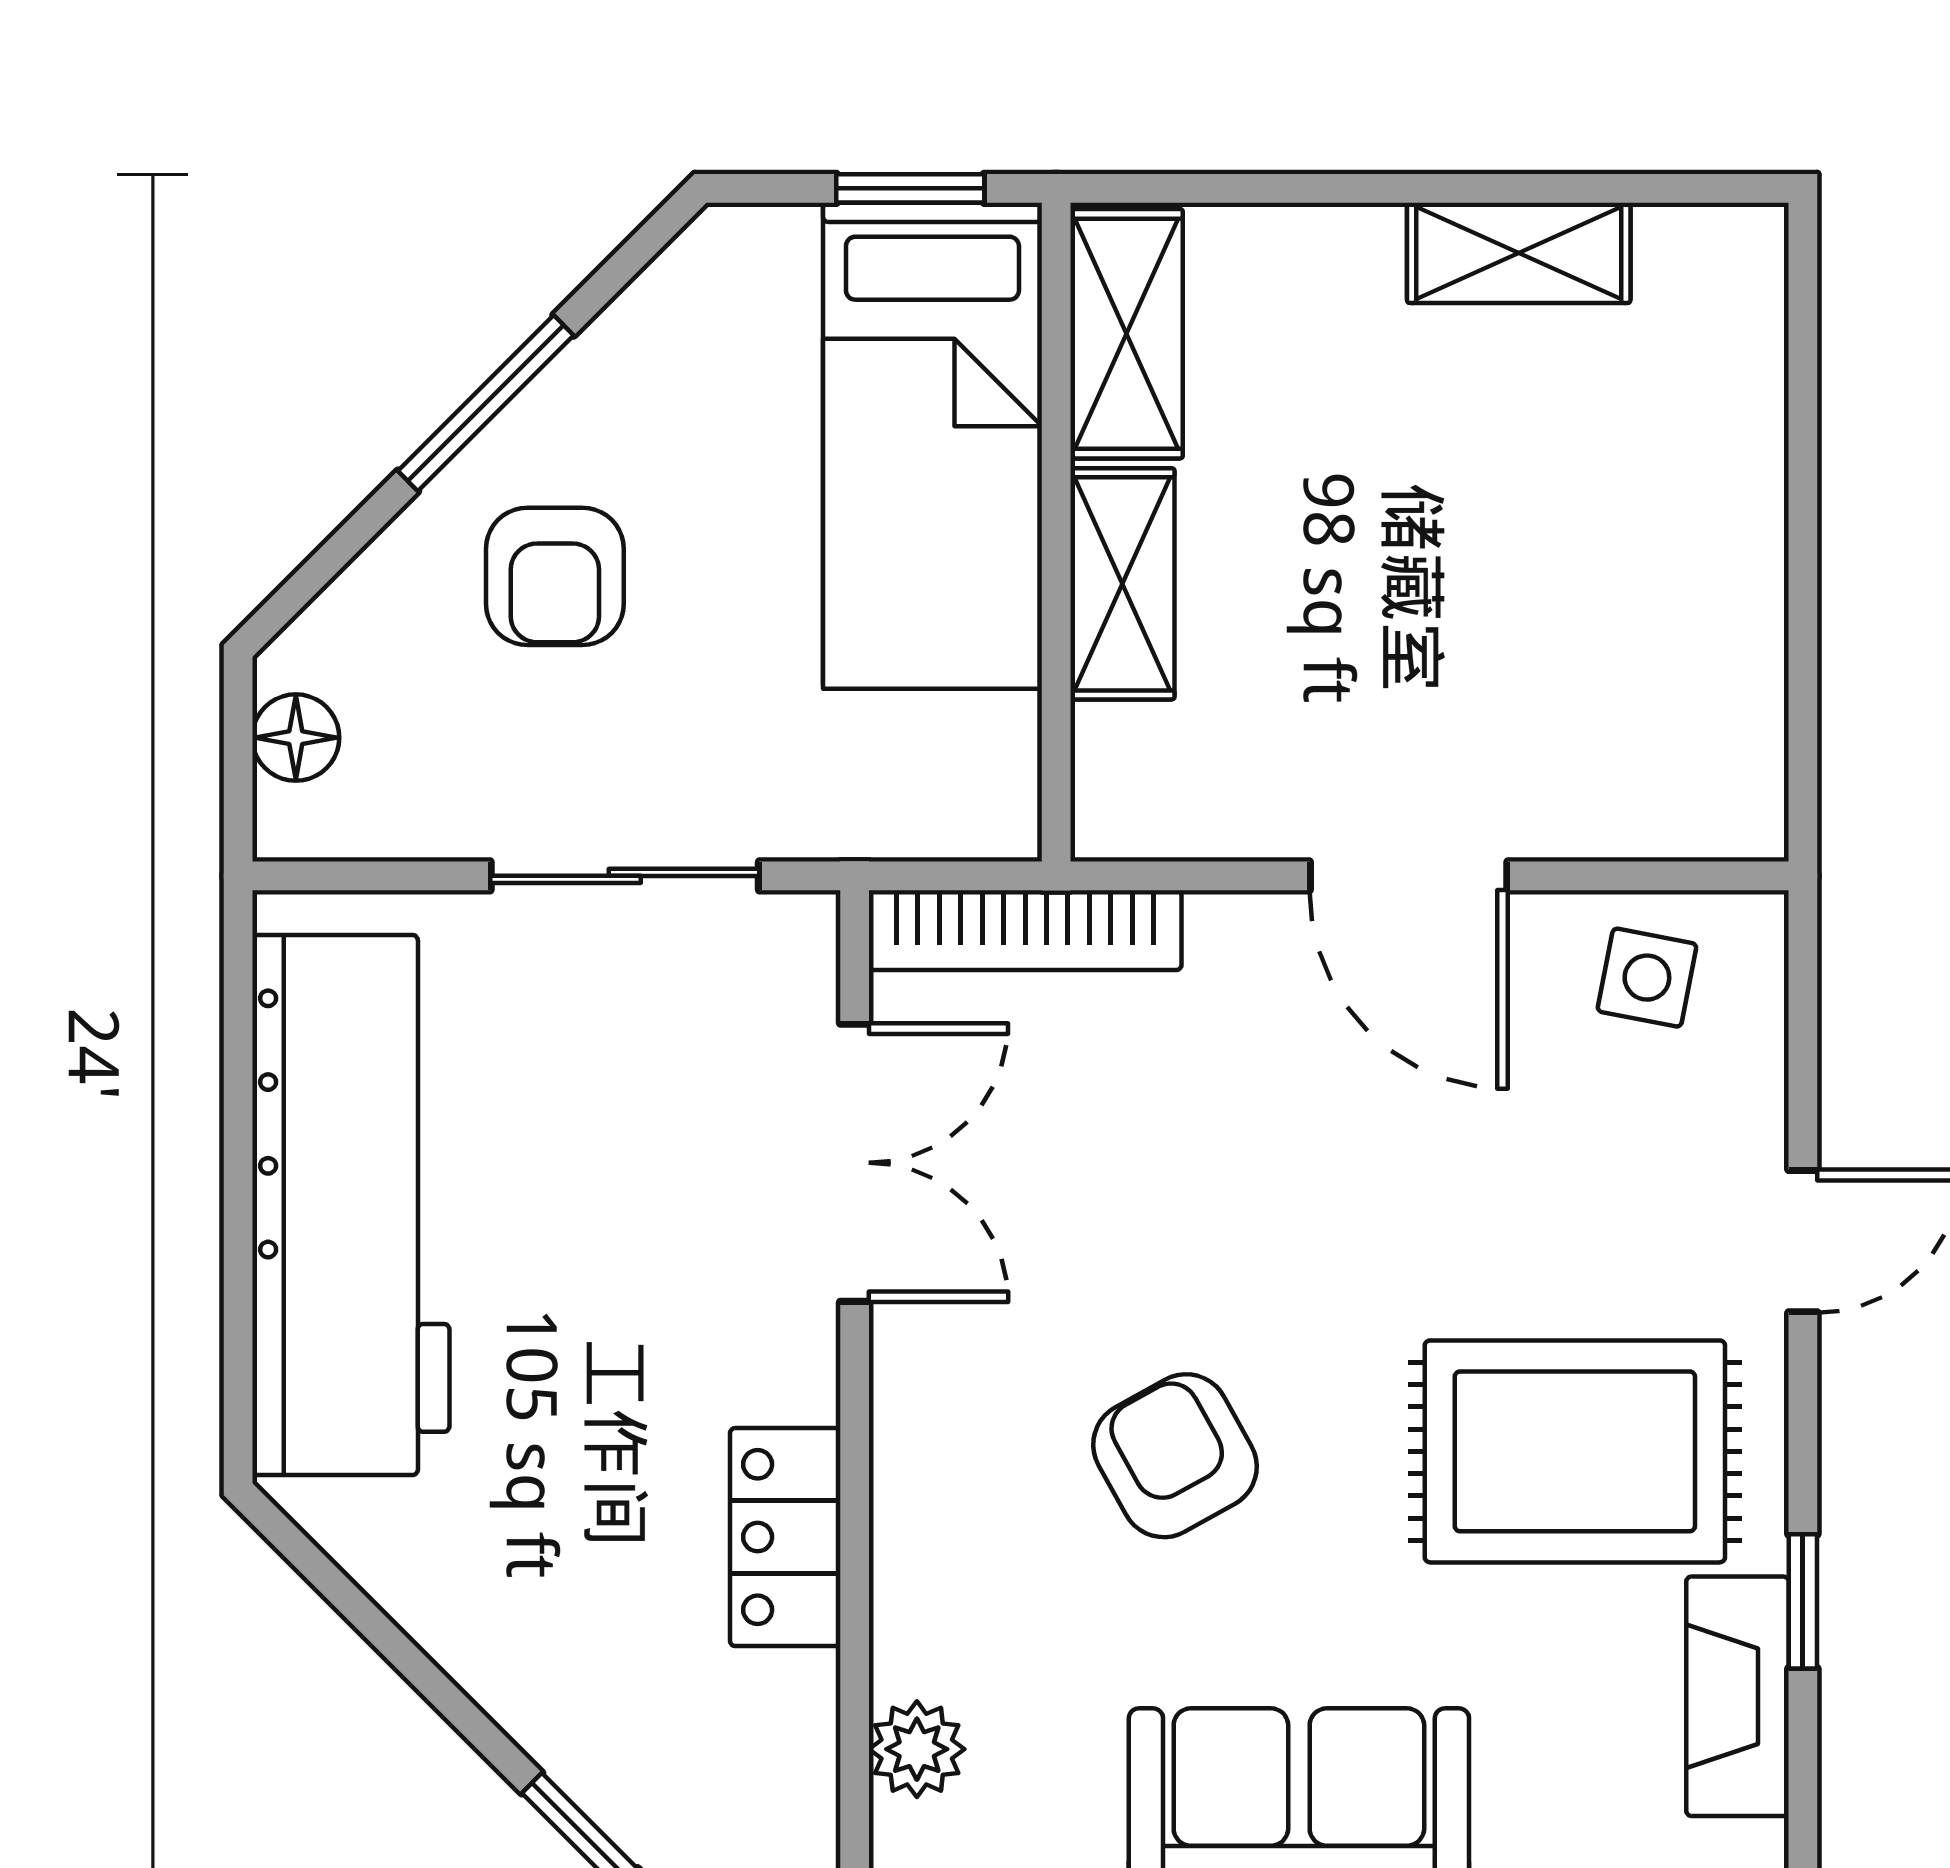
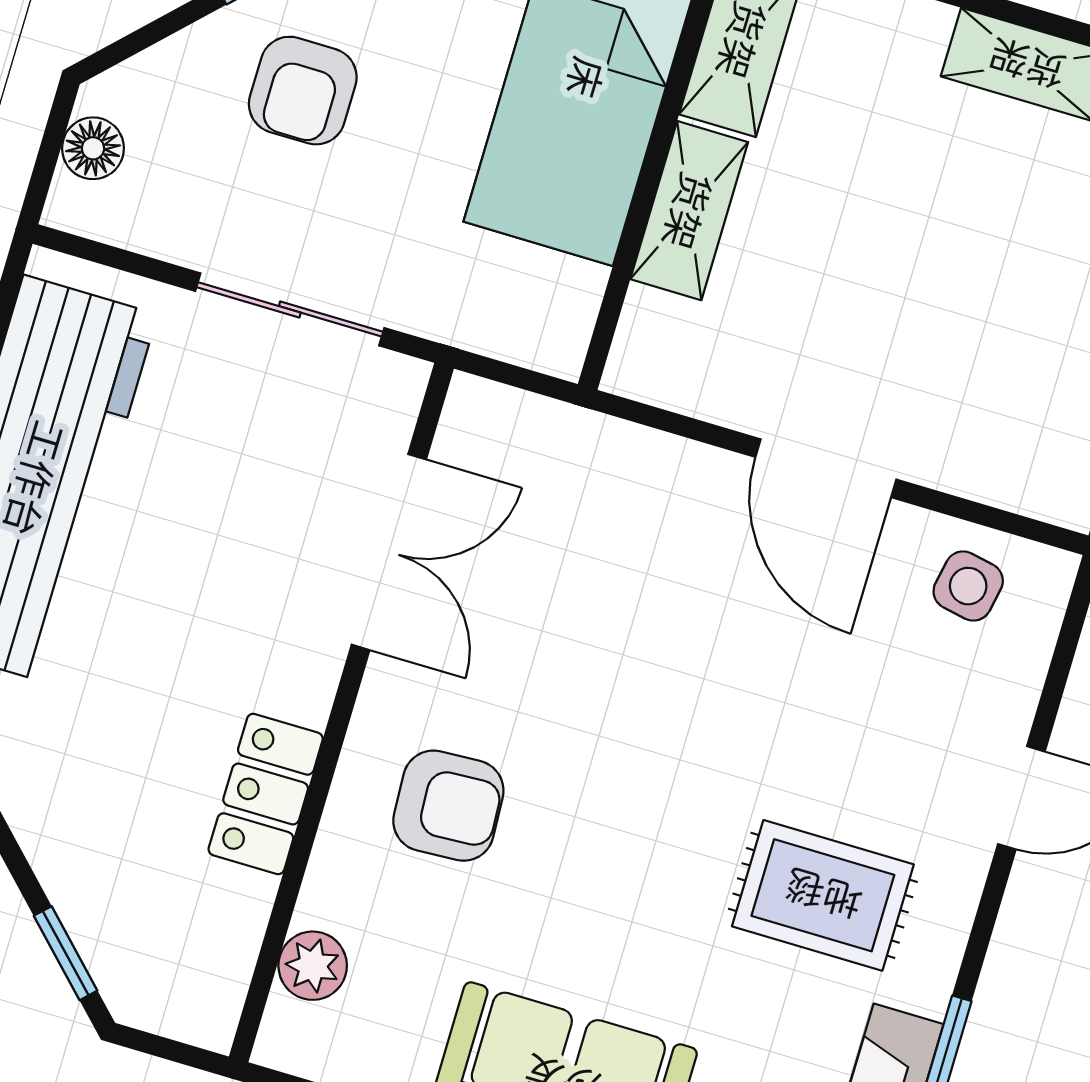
bookcase: (1025, 930) -> (553, 428), removed
rug: (1575, 1451) -> (823, 895), width x0.73, depth x0.70
armchair: (1175, 1456) -> (448, 806), moved, turned 116

